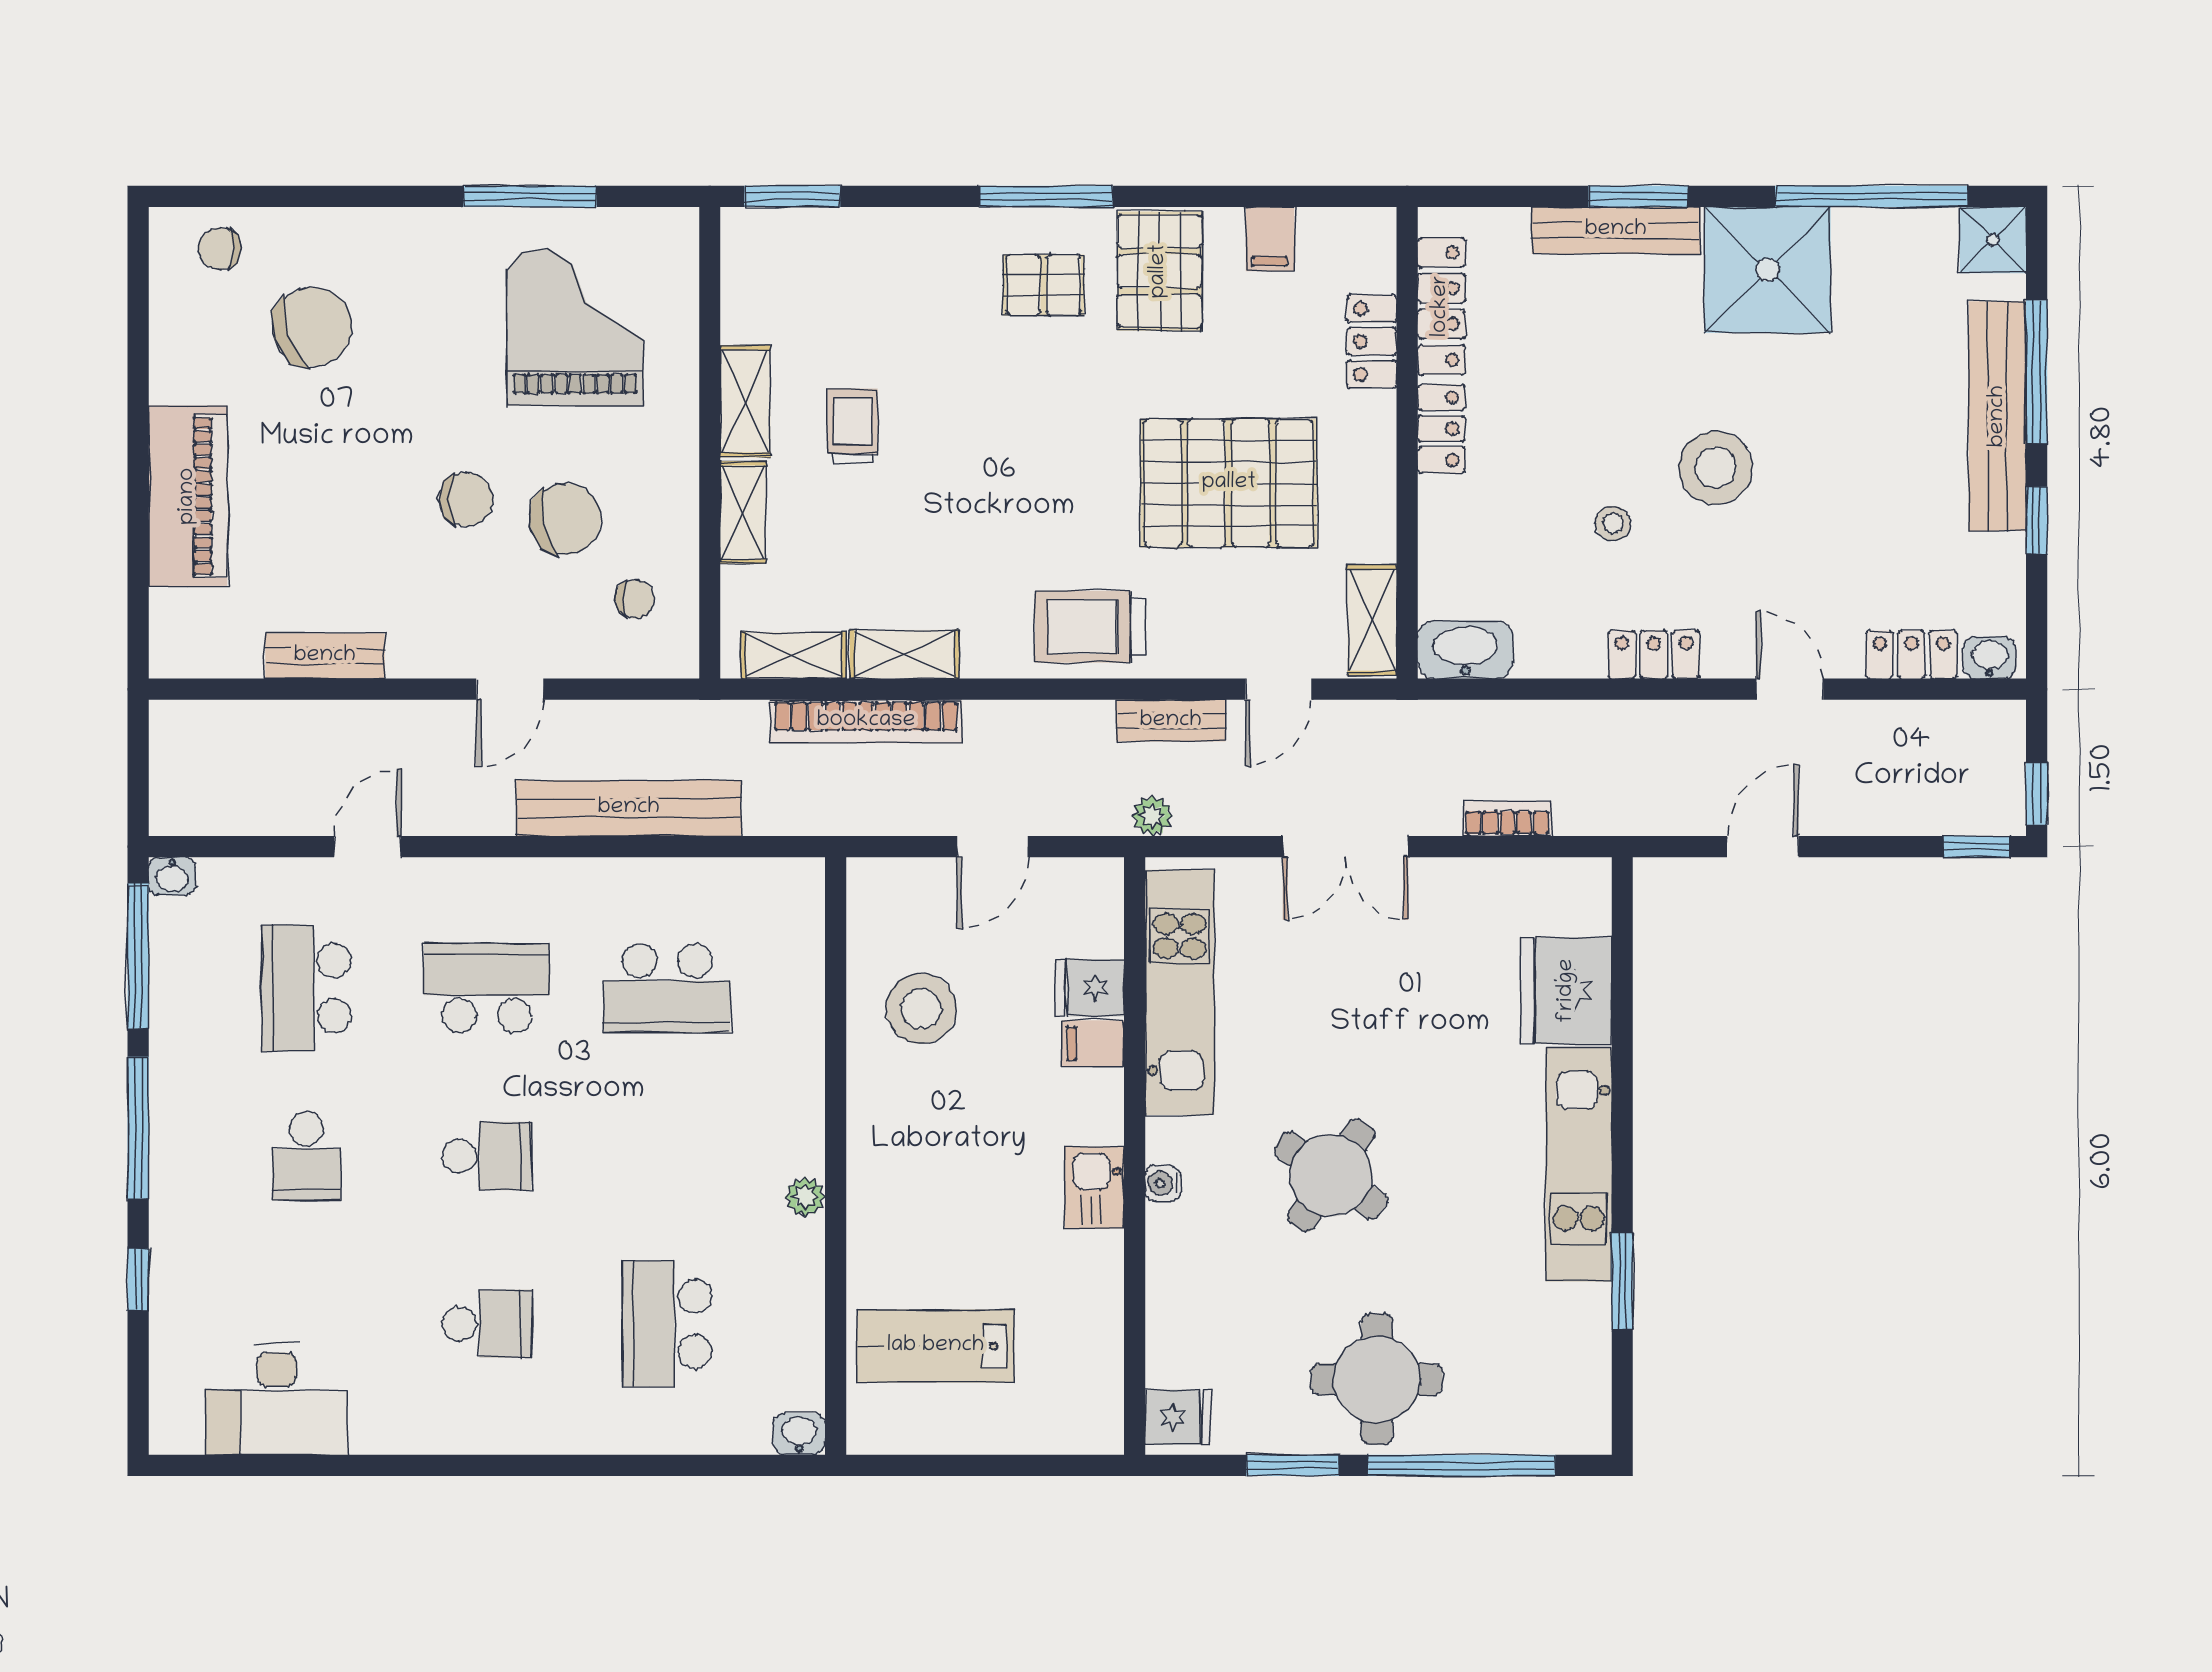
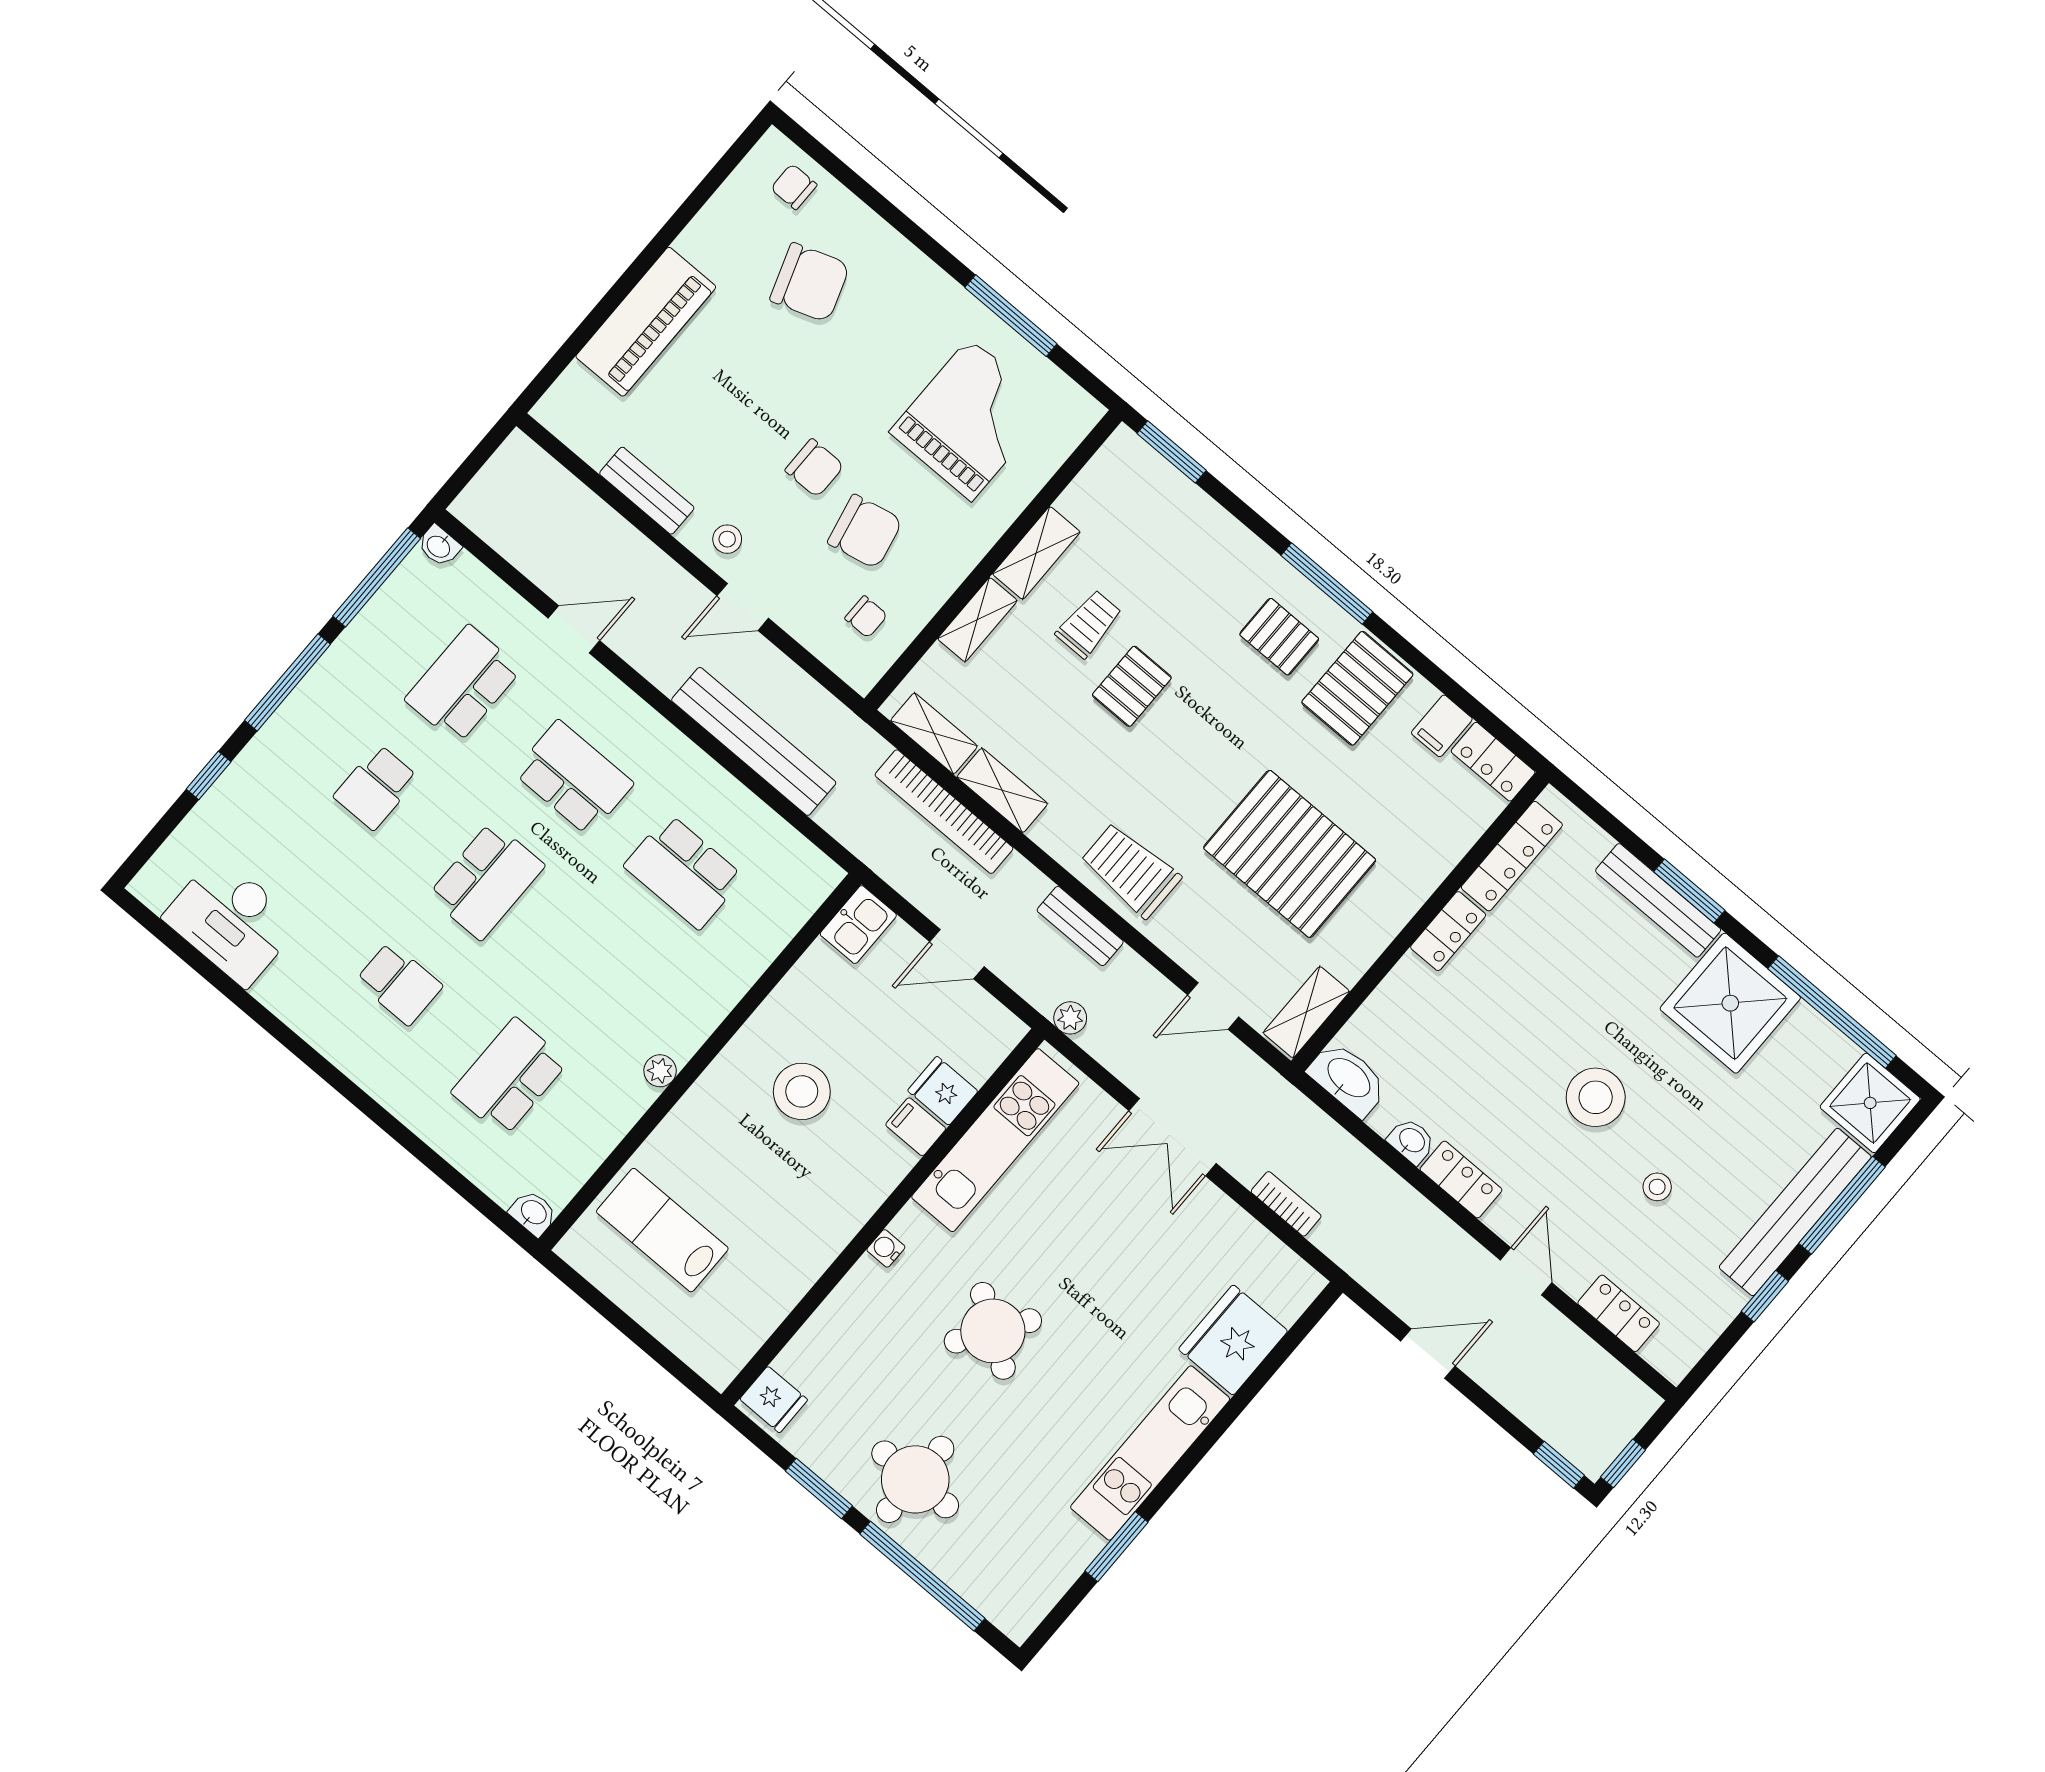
shower: (1993, 240) -> (1870, 1103), width x1.36, depth x1.36
locker: (1372, 341) -> (1493, 762), moved, turned -90
pallet: (944, 451) -> (1132, 686), added
stool: (1613, 523) -> (1657, 1187), moved
stool: (440, 637) -> (727, 539), added
washbasin: (1990, 658) -> (1411, 1141), moved
bench: (1171, 721) -> (1080, 926), moved
stool: (921, 1009) -> (802, 1091), moved
school desk: (487, 1156) -> (486, 881), width x1.85
kitchen sink: (1094, 1188) -> (858, 925), moved, turned 180

